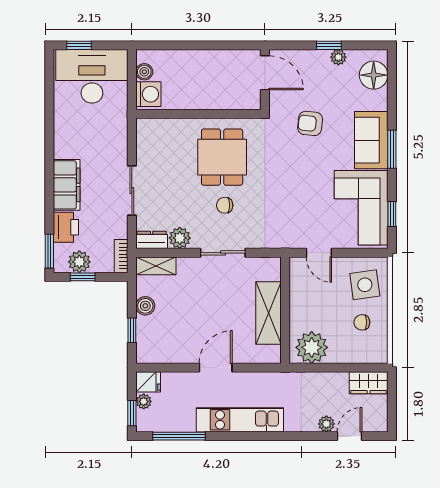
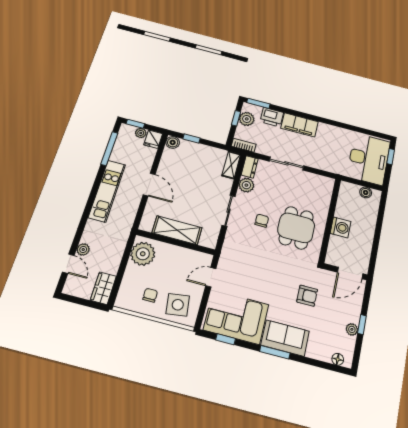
floor lamp: (374, 75) -> (338, 359), width x0.53, depth x0.53
washing machine: (148, 94) -> (341, 227), moved, turned -90
armchair: (310, 123) -> (307, 296), turned 84
dining table: (222, 157) -> (296, 228), turned 90
boiler: (145, 306) -> (173, 142), moved

